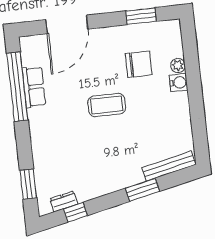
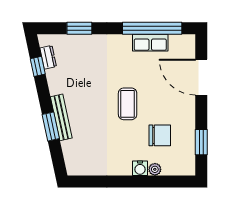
chair: (139, 64) -> (160, 135), turned -90
bench: (169, 166) -> (61, 117), moved
window: (28, 184) -> (79, 28), moved

